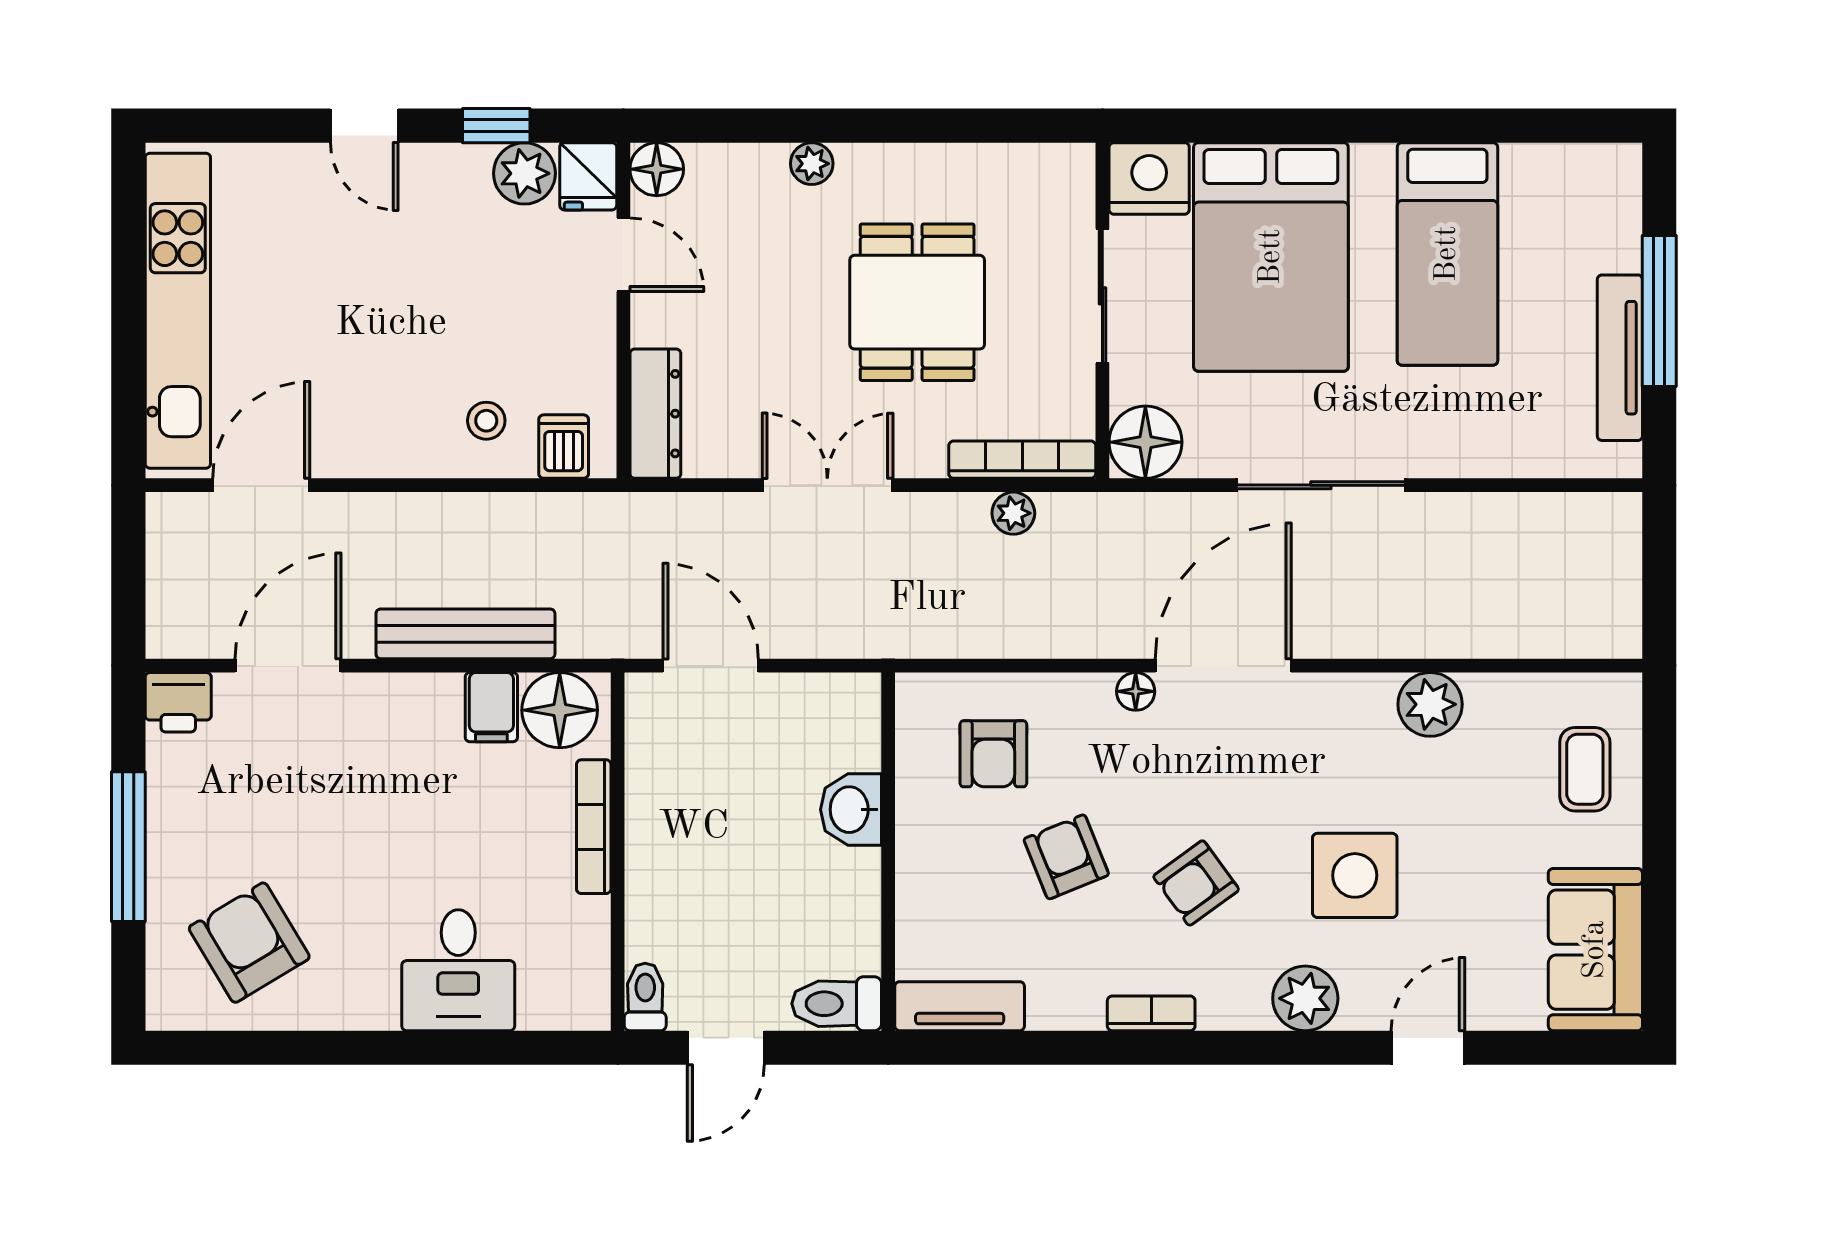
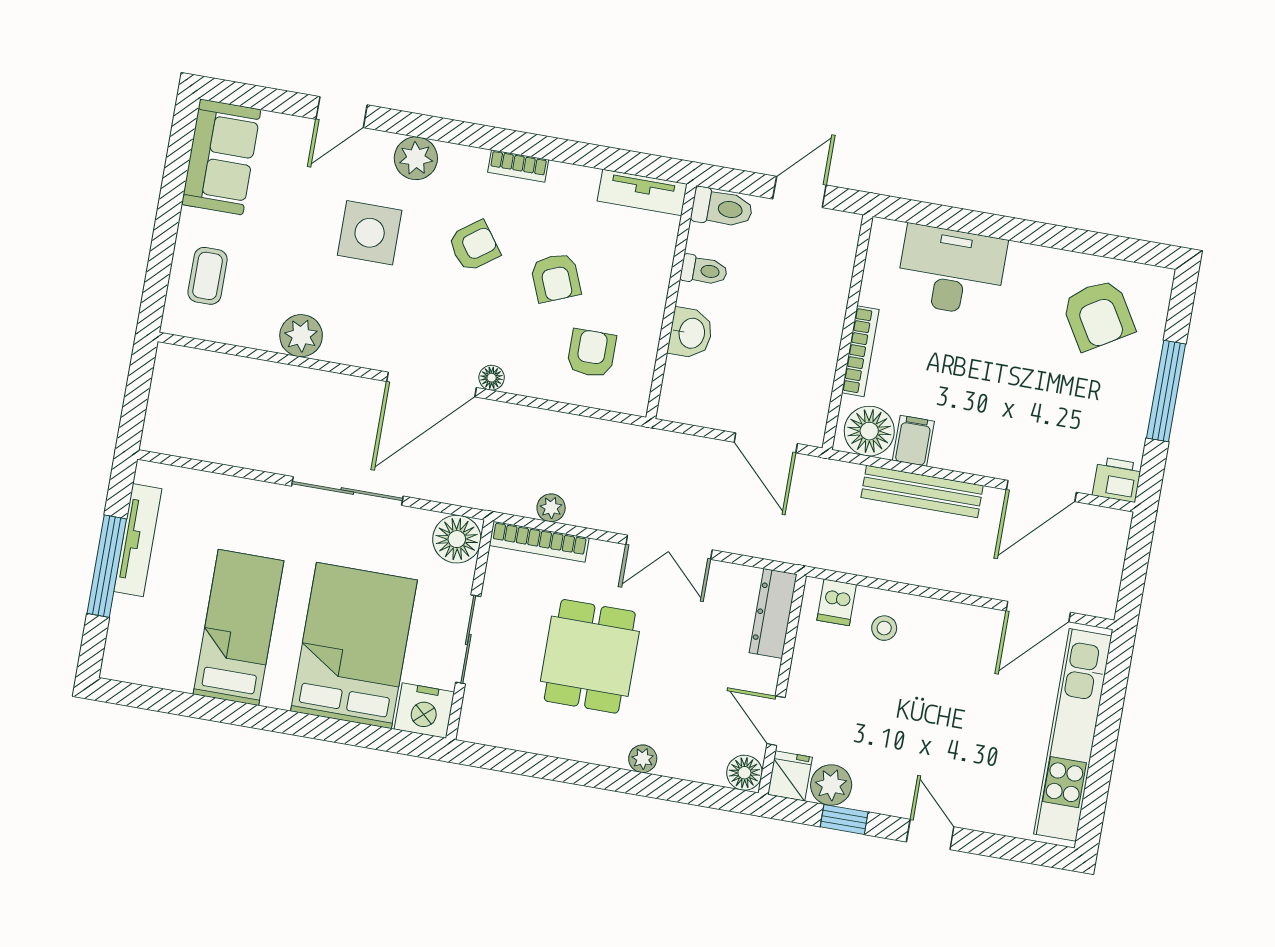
desk: (458, 970) -> (951, 271), width x1.37
toilet: (645, 997) -> (704, 270), moved, turned -90

